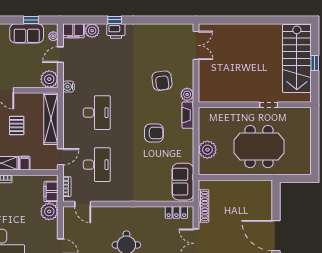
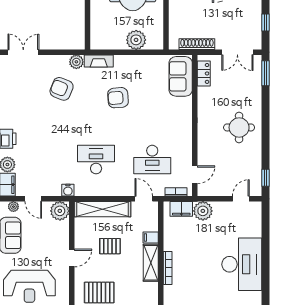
armchair: (162, 81) -> (62, 89), turned -151
armchair: (154, 133) -> (118, 98), turned -95
desk: (97, 165) -> (152, 160), turned 180
sofa: (183, 182) -> (181, 76), moved, turned 90

